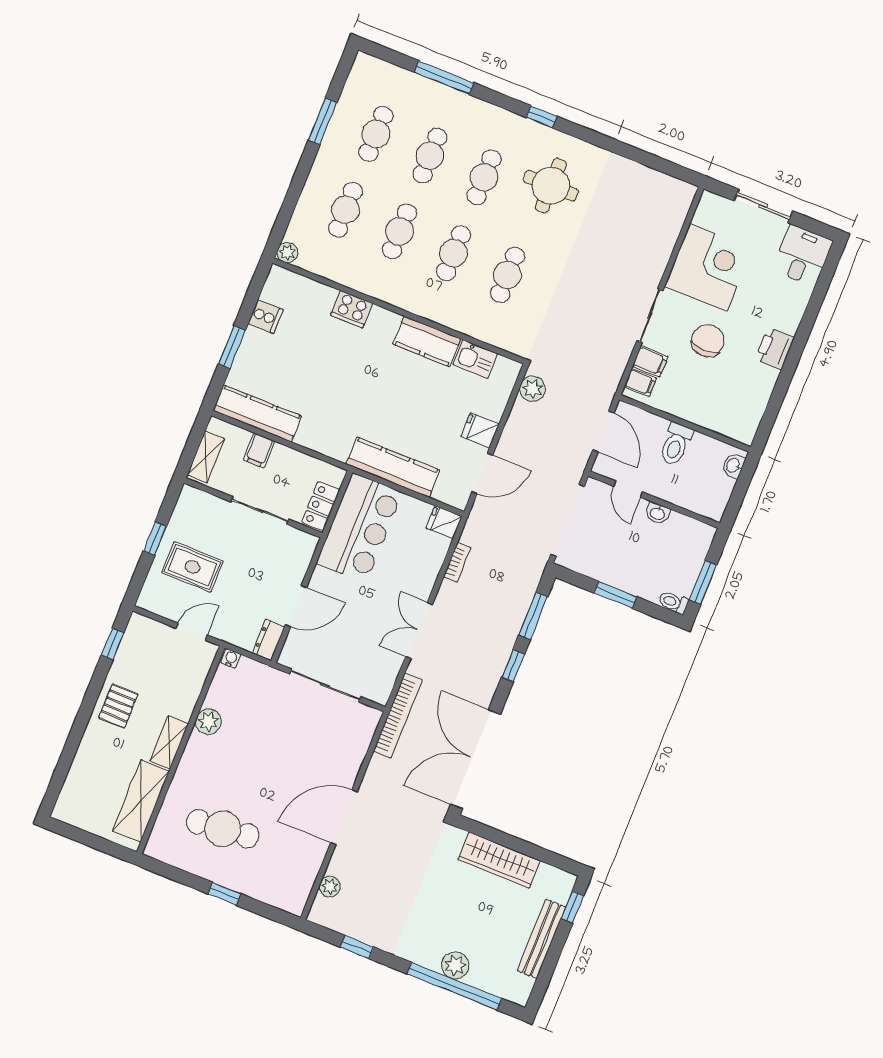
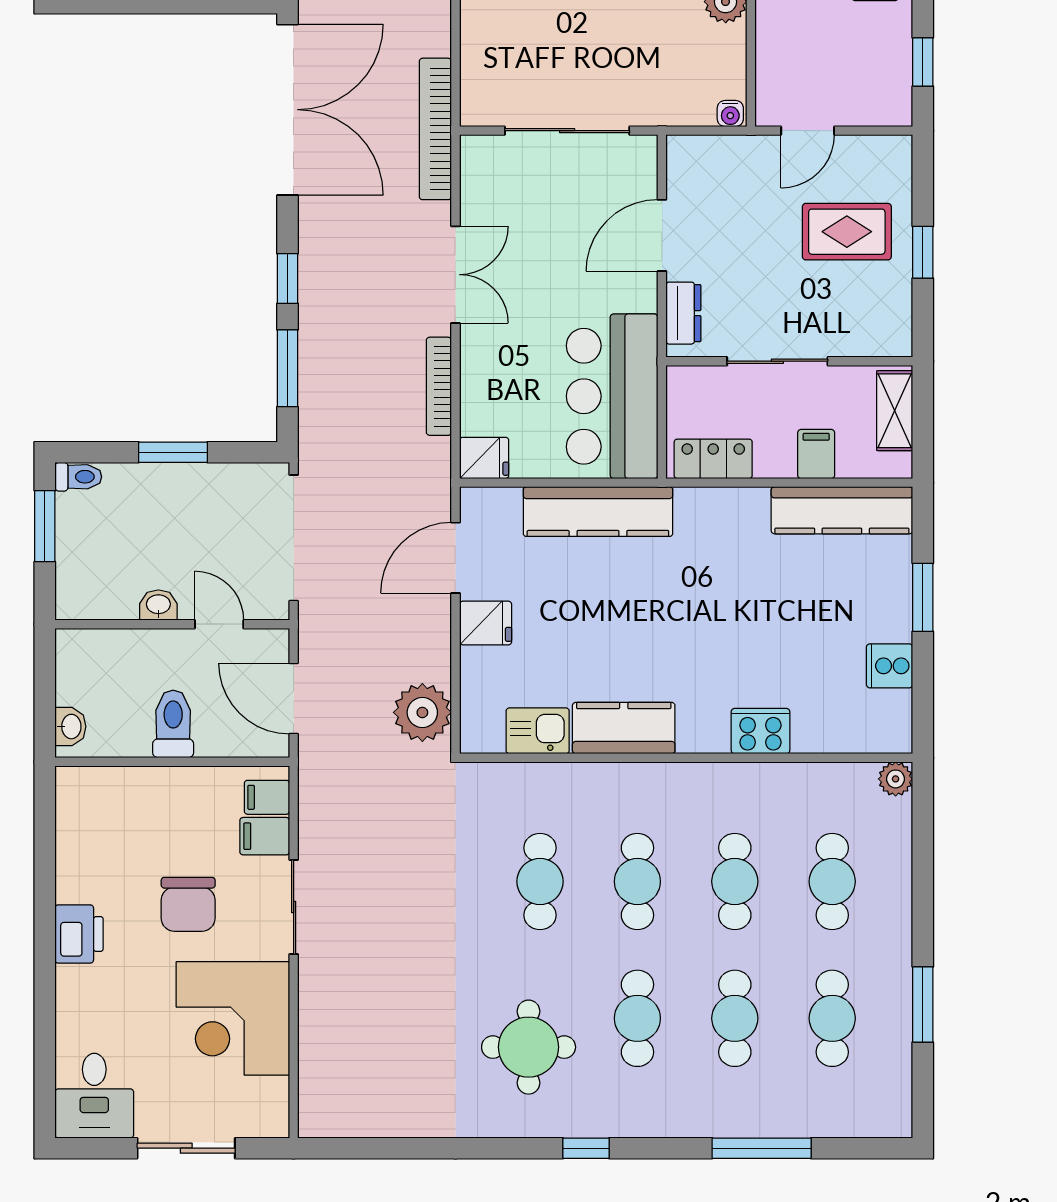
plant: (533, 389) -> (422, 712), width x1.36, depth x1.36
locker: (321, 506) -> (713, 459), moved, turned -90
bookcase: (457, 562) -> (439, 386), width x1.56
dresser: (268, 640) -> (683, 313), moved

